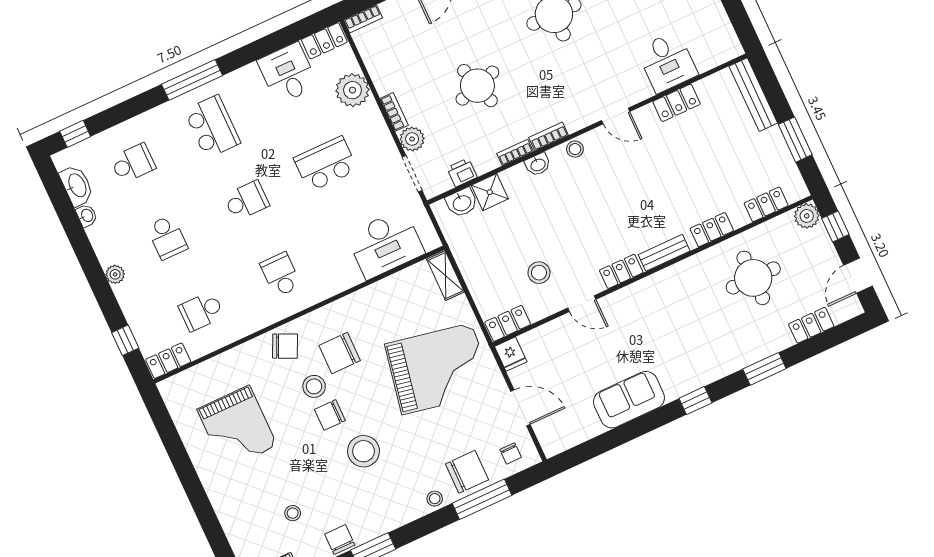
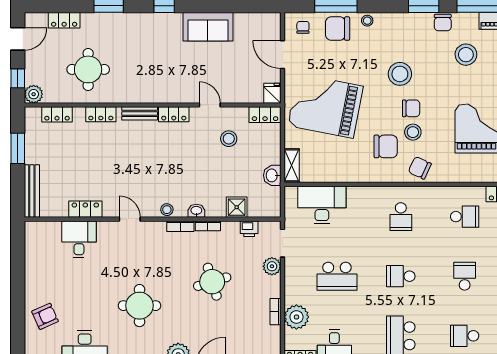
bookcase: (394, 112) -> (276, 312), moved
washbasin: (462, 203) -> (272, 175), moved, turned -90
stool: (293, 513) -> (466, 55), width x1.89, depth x1.89

